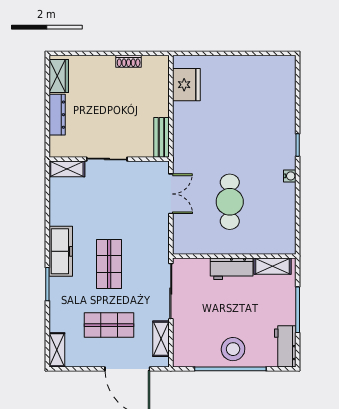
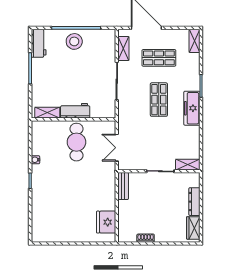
wall: (234, 256) -> (73, 119), moved
shelving: (273, 266) -> (47, 113), moved
workbench: (232, 269) -> (75, 111), moved

